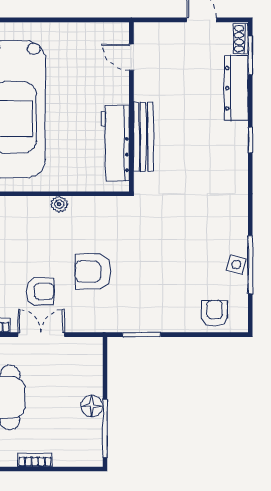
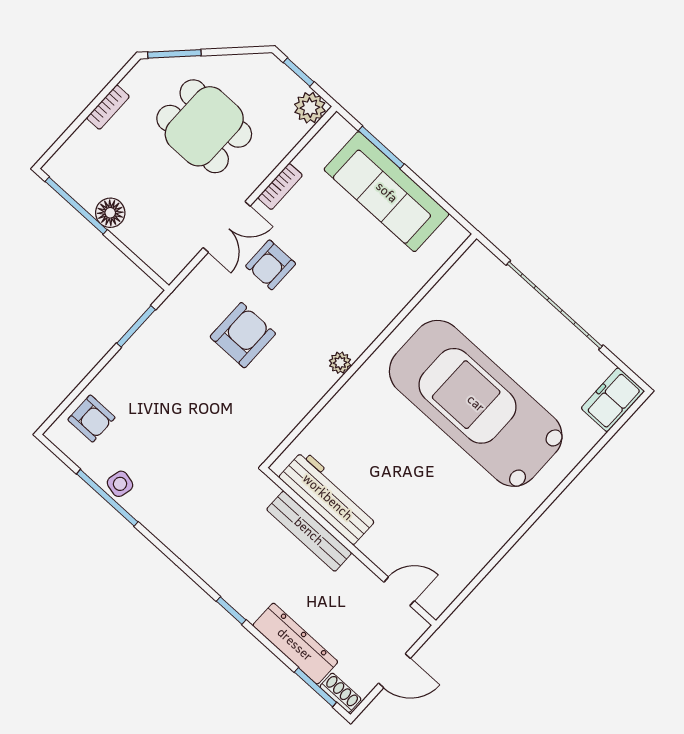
door: (131, 57) -> (399, 591), moved
wall: (131, 107) -> (350, 546), moved
bench: (143, 137) -> (309, 531), moved
workbench: (115, 143) -> (328, 497), moved

